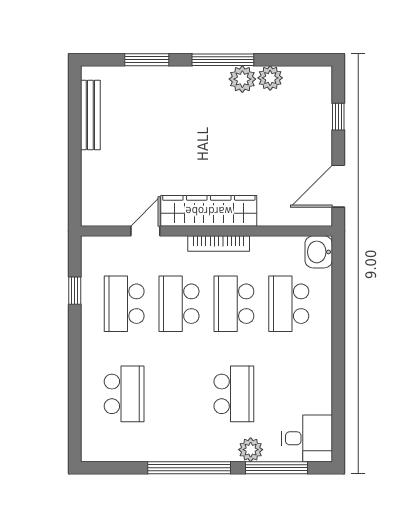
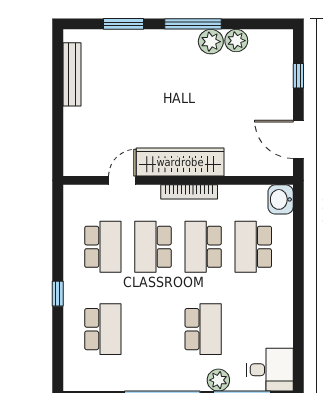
door: (338, 186) -> (298, 139), hinge flipped
window: (75, 291) -> (58, 294), moved
school desk: (124, 304) -> (103, 247), turned 180

